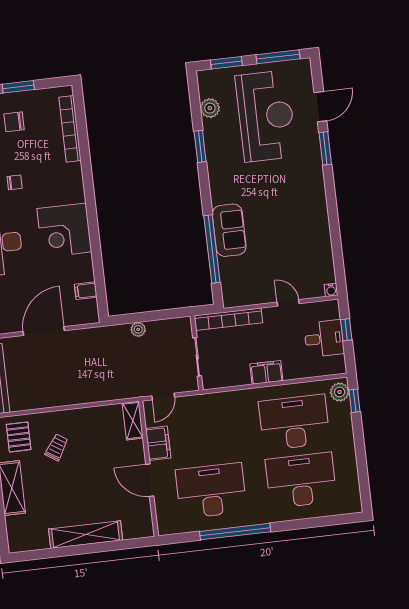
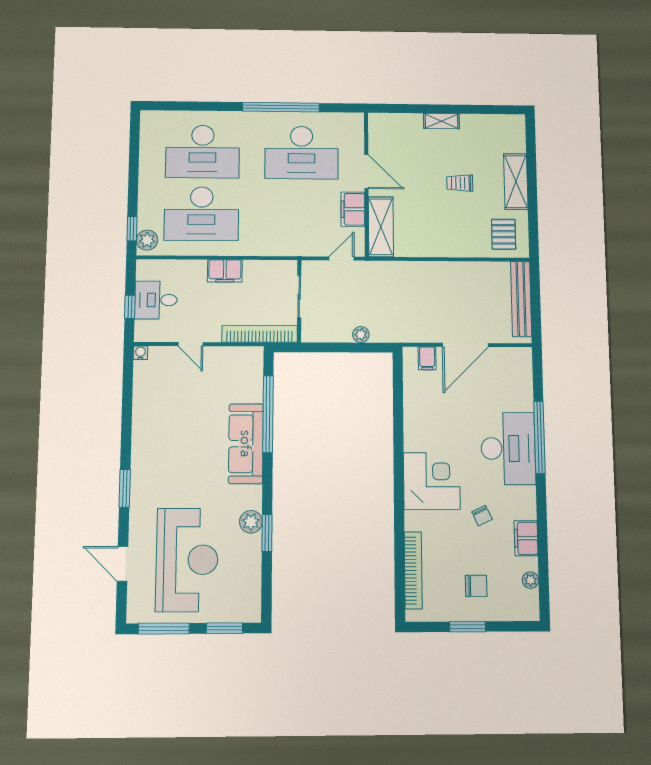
door: (320, 107) -> (123, 564), hinge flipped
plant: (210, 108) -> (251, 522), moved
reception desk: (266, 116) -> (187, 560), turned 180
window: (325, 148) -> (125, 488), moved
chair: (15, 182) -> (482, 516), turned -115
corner desk: (64, 230) -> (432, 481), moved
sofa: (229, 230) -> (246, 444), width x1.36
filing cabinet: (86, 291) -> (427, 358), moved, turned 90
shelving: (133, 421) -> (381, 227), width x1.50, depth x1.33
trolley: (57, 447) -> (460, 183), moved, turned 57
shelving: (86, 535) -> (441, 121), width x0.45, depth x0.75

